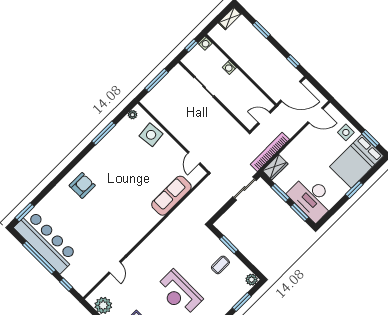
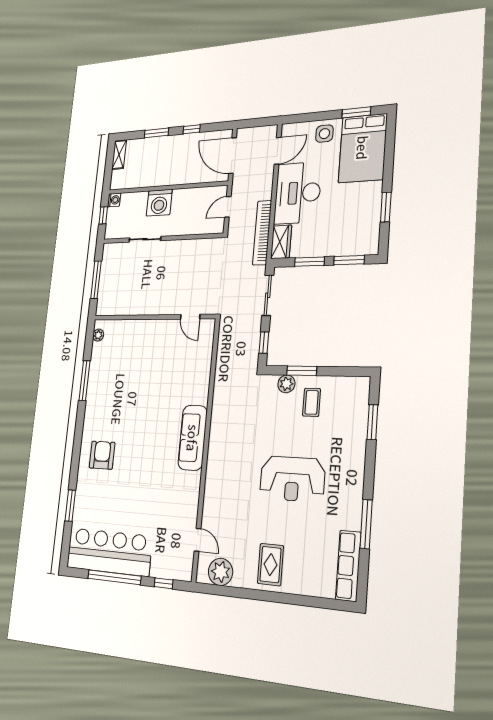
window: (293, 61) -> (192, 129), moved
washing machine: (229, 67) -> (159, 203), width x1.89, depth x1.89
door: (291, 91) -> (232, 156), swing flipped
side table: (151, 135) -> (130, 337), removed
window: (354, 190) -> (386, 207), moved
sofa: (171, 196) -> (193, 438), moved
desk: (312, 198) -> (298, 193), moved, turned 90
window: (222, 211) -> (264, 343), added
window: (25, 212) -> (70, 506), moved
door: (115, 267) -> (197, 540), moved
plant: (252, 280) -> (286, 384), moved

